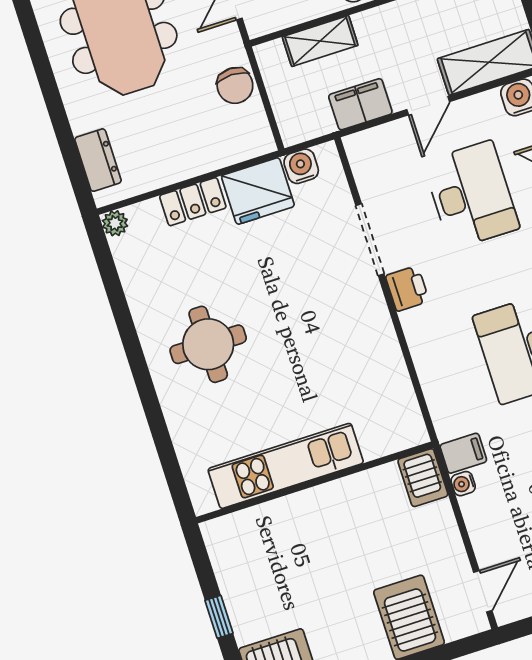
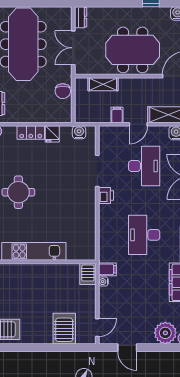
filing cabinet: (360, 104) -> (117, 115), width x0.50
fridge: (258, 191) -> (52, 134), width x0.53, depth x0.75

